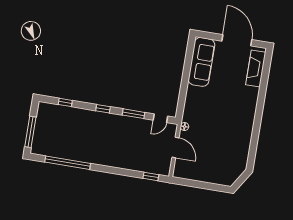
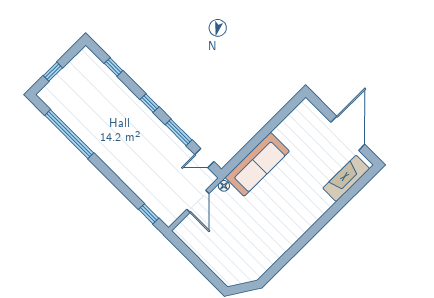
sofa: (201, 62) -> (257, 164), moved
window: (30, 132) -> (53, 72), width x0.46

